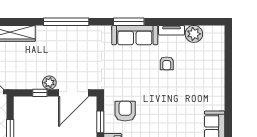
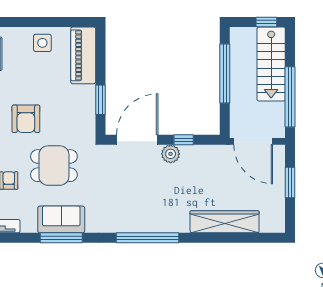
sofa: (135, 35) -> (61, 219), width x0.73
dining table: (134, 74) -> (54, 166), added
armchair: (125, 111) -> (26, 119), moved

